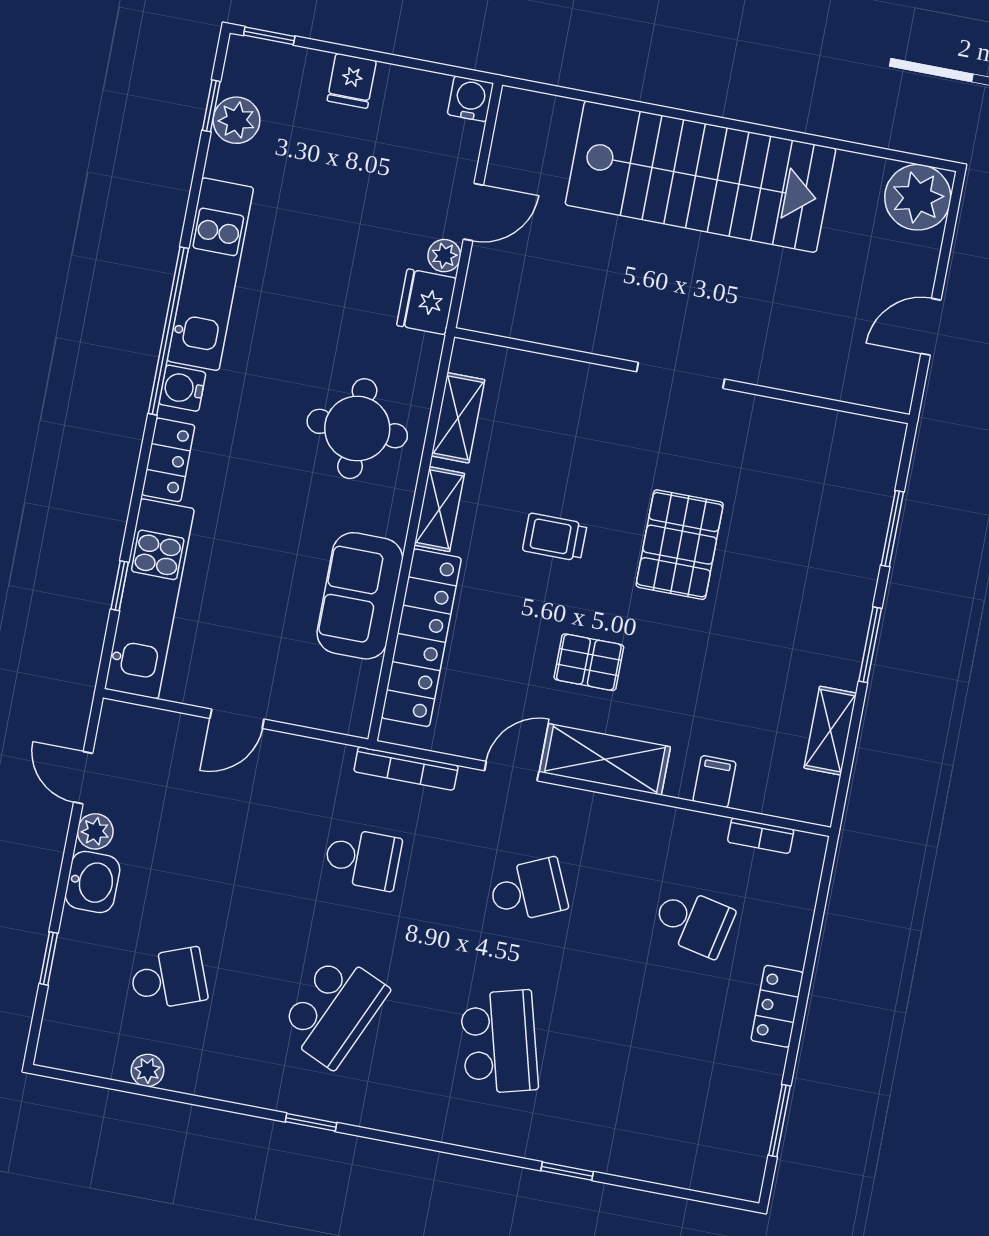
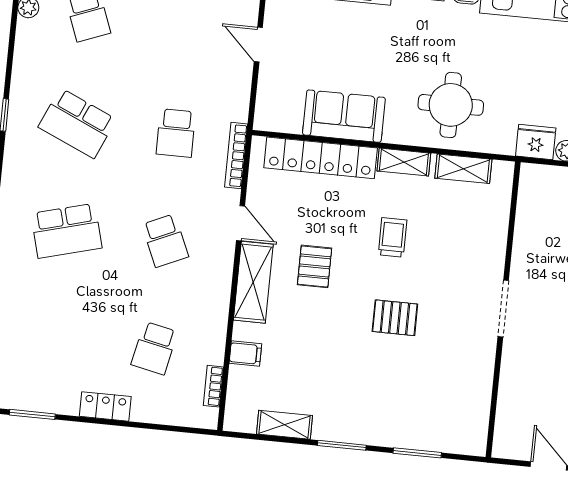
pallet: (680, 545) -> (395, 318), width x0.67, depth x0.71

